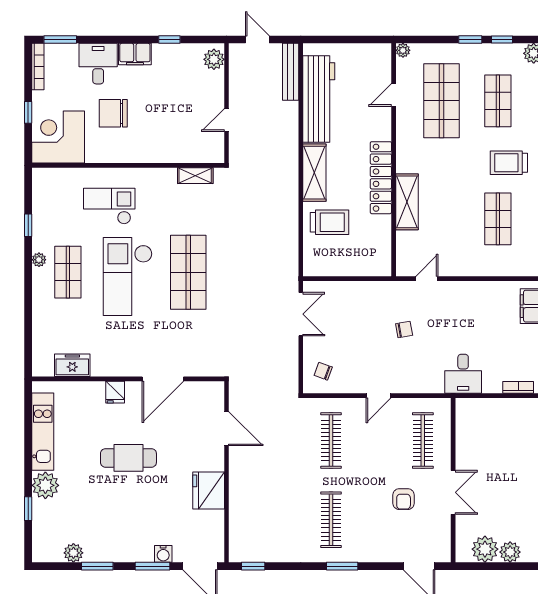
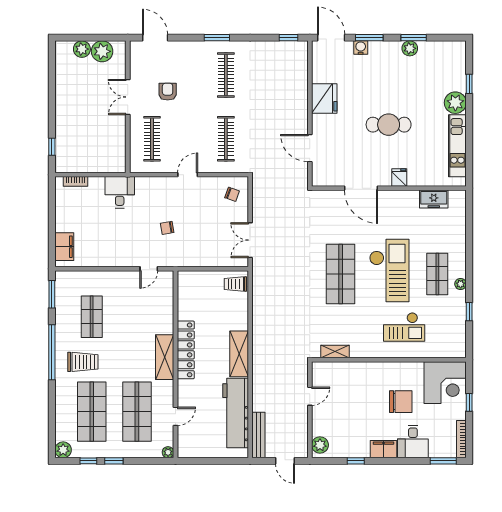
shop shelf: (498, 101) -> (92, 412), width x1.43, depth x1.36
shelving: (407, 202) -> (165, 357), moved
trolley: (329, 222) -> (235, 284), moved, width x0.73, depth x0.72
door: (163, 379) -> (361, 188), swing flipped
plant: (73, 553) -> (410, 48), moved

